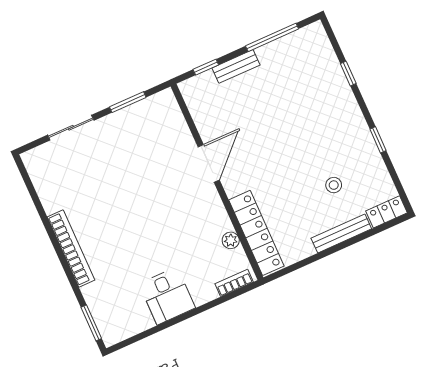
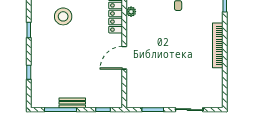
bench: (236, 66) -> (72, 103), moved
stool: (334, 185) -> (63, 16), width x1.89, depth x1.89

